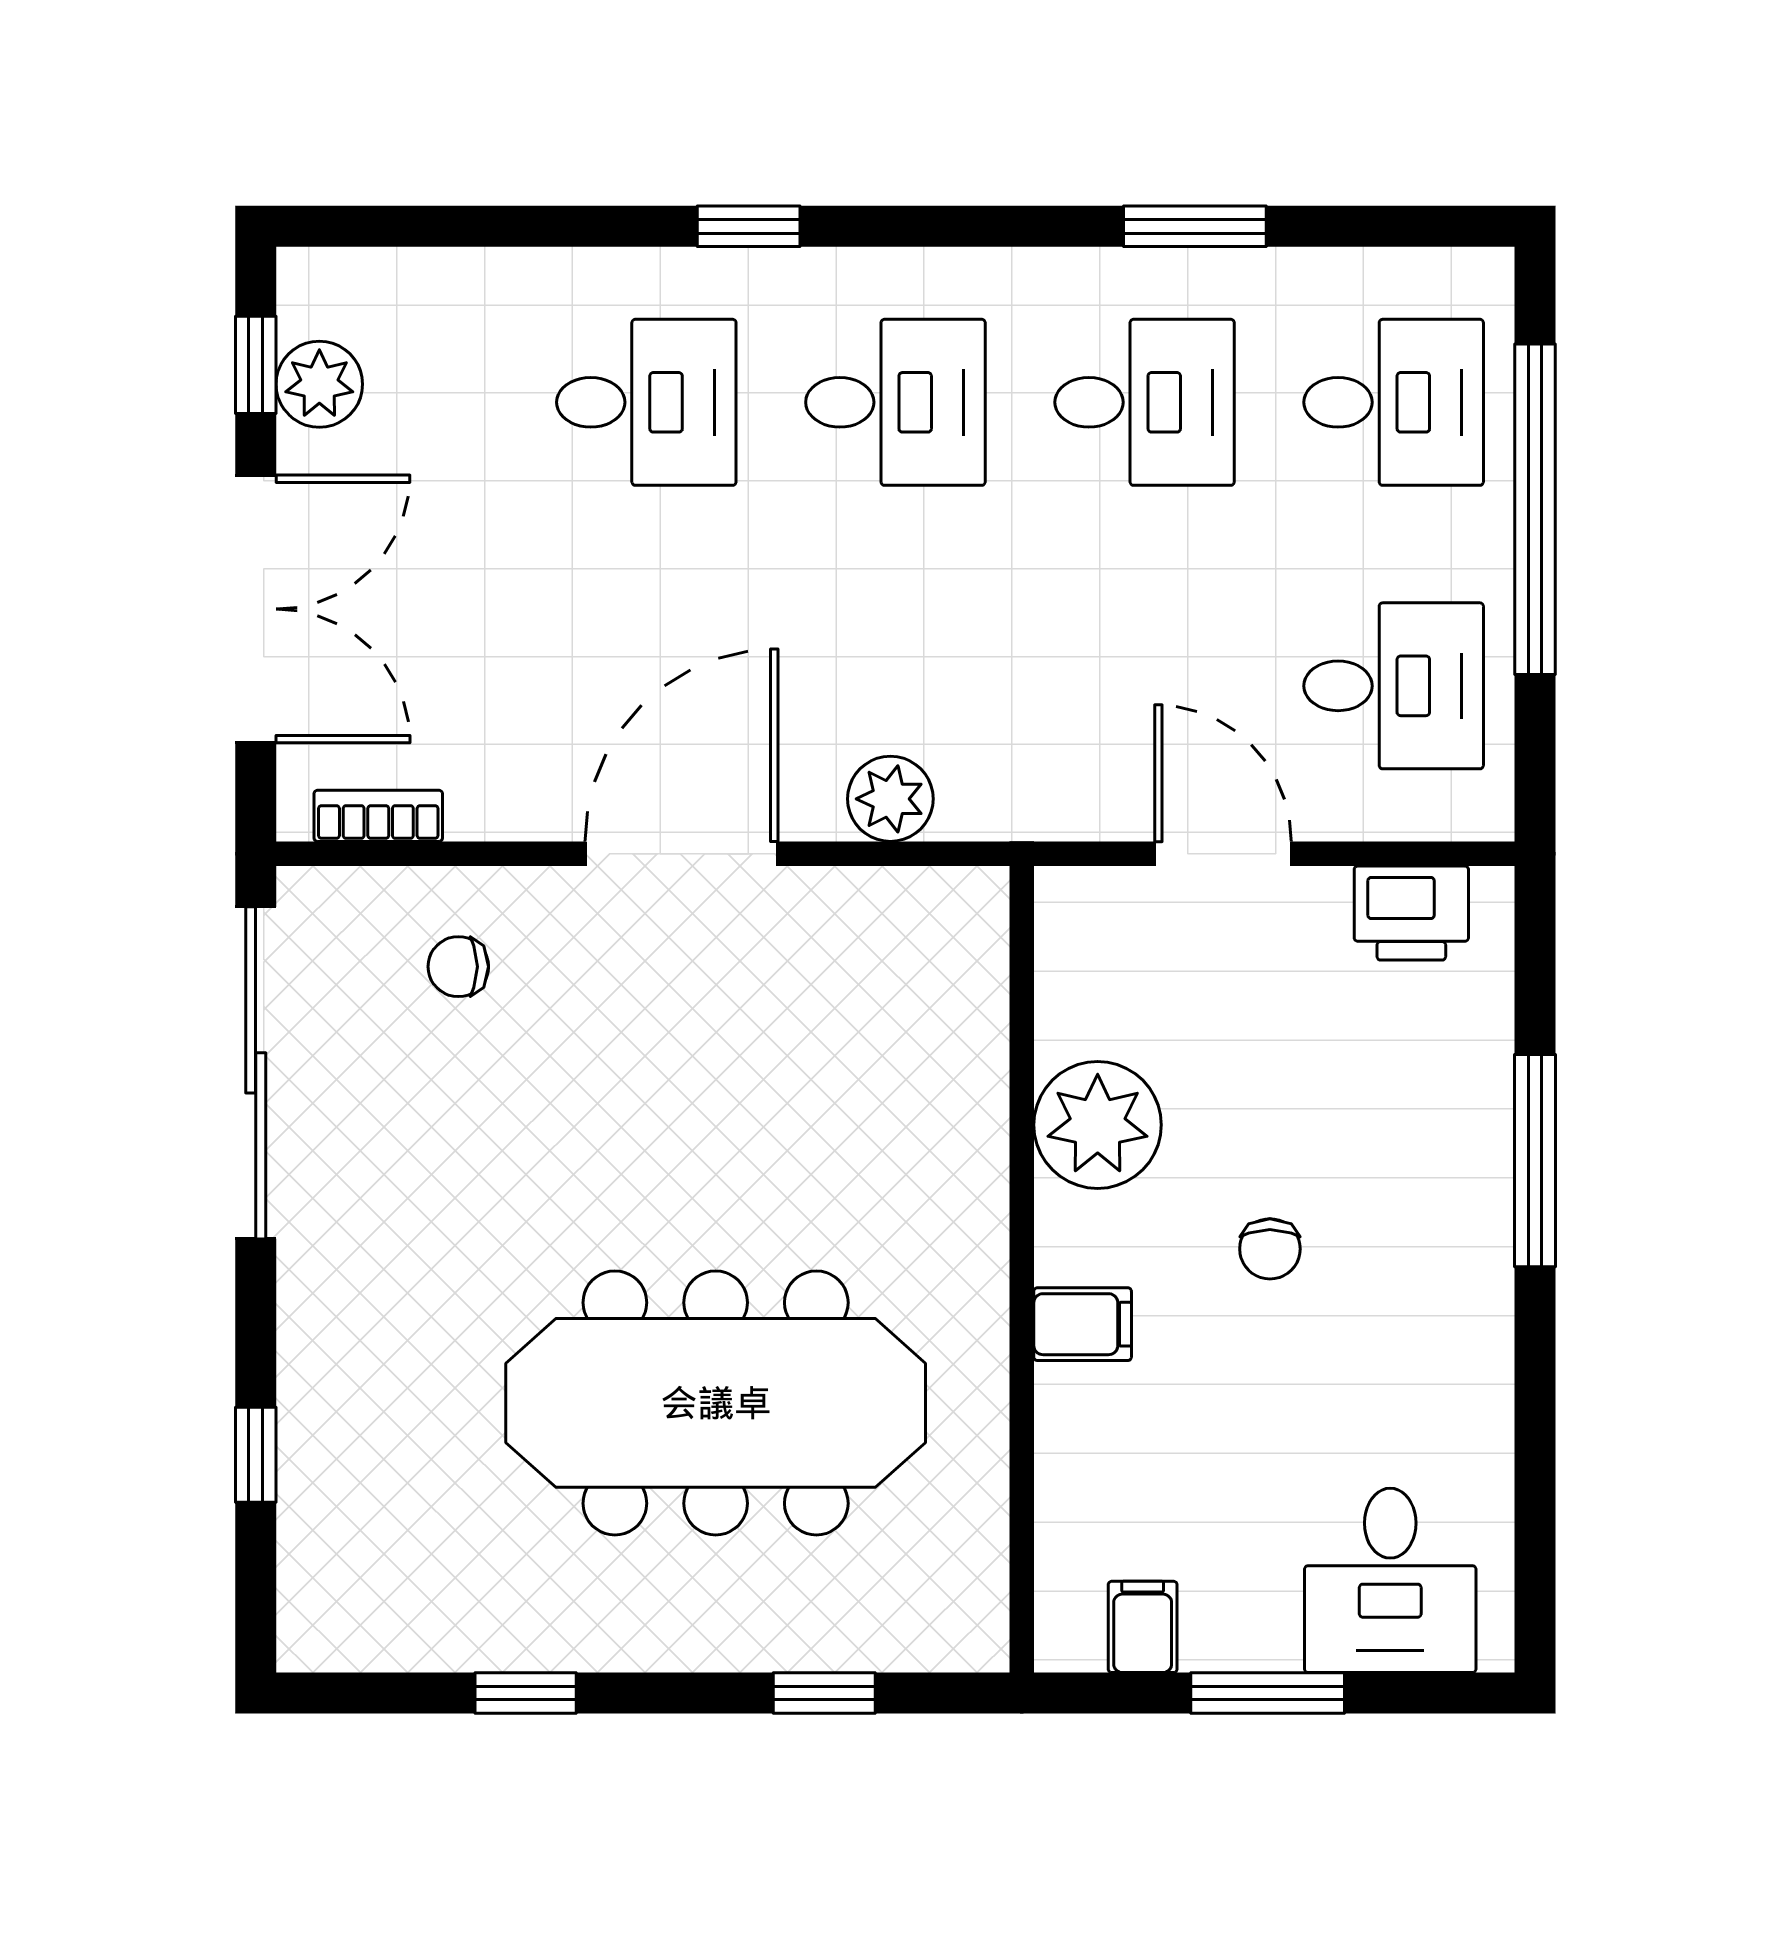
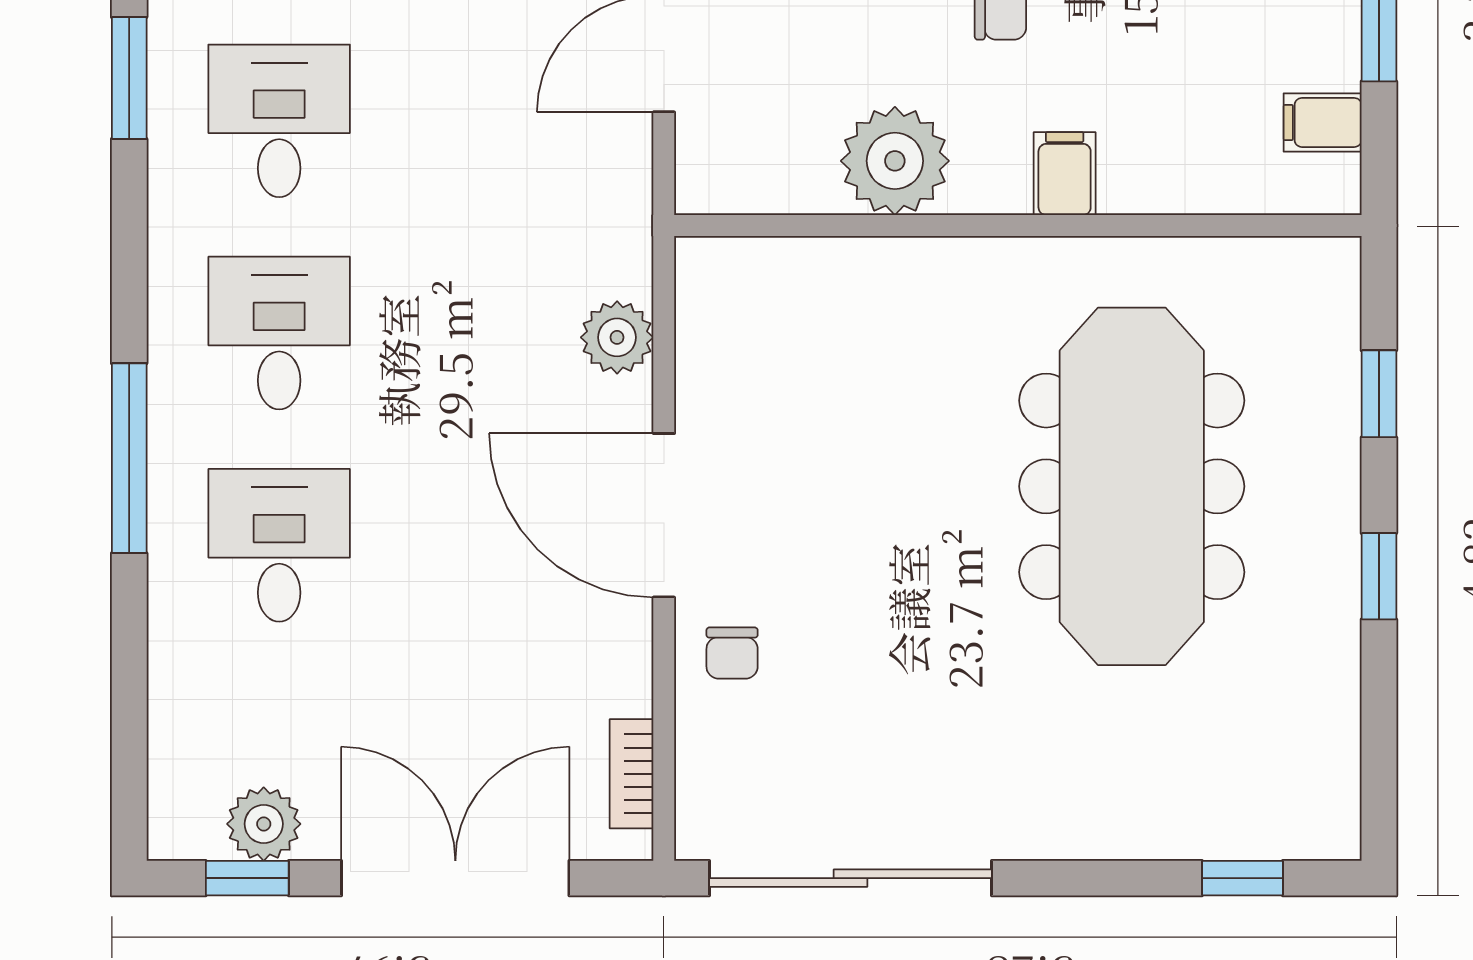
window: (749, 226) -> (129, 458), width x2.17
chair: (458, 967) -> (732, 653), moved
window: (256, 1455) -> (1242, 878), moved
window: (526, 1693) -> (1379, 576), moved

